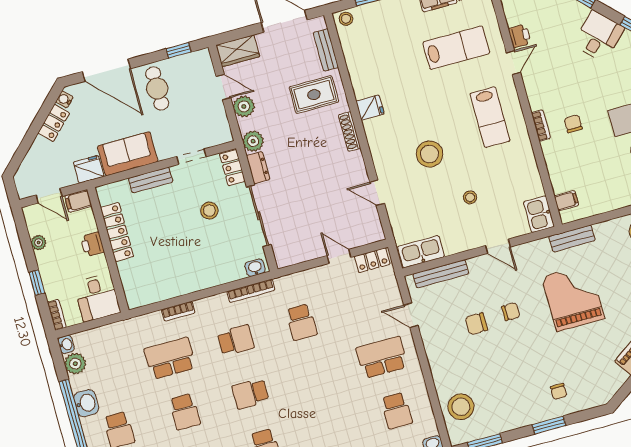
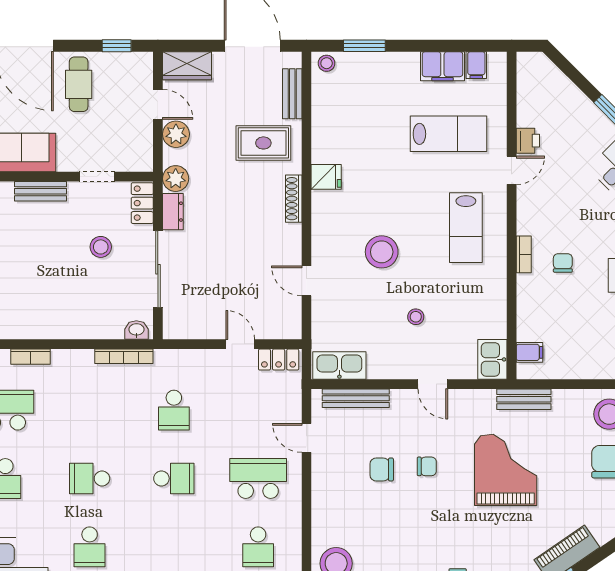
school desk: (236, 340) -> (174, 478), moved

